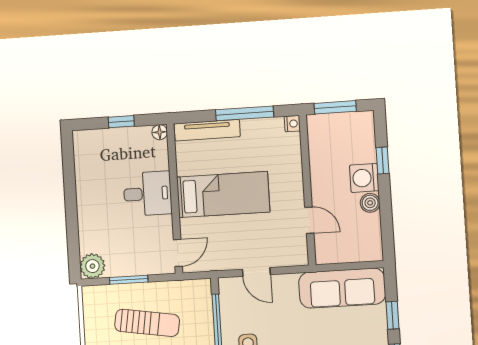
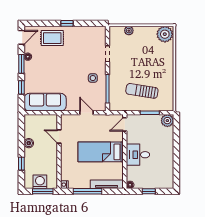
washing machine: (364, 178) -> (40, 182), moved, turned -90

